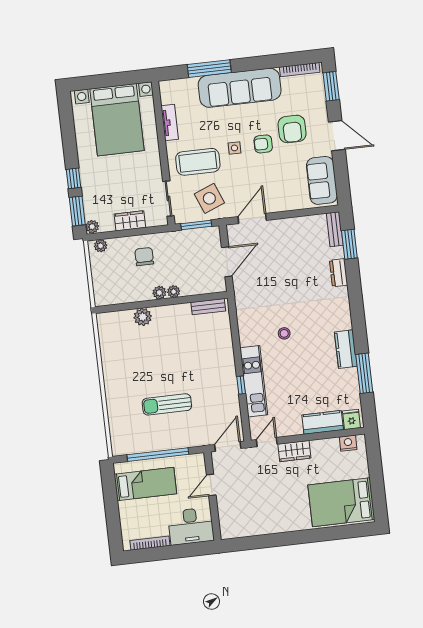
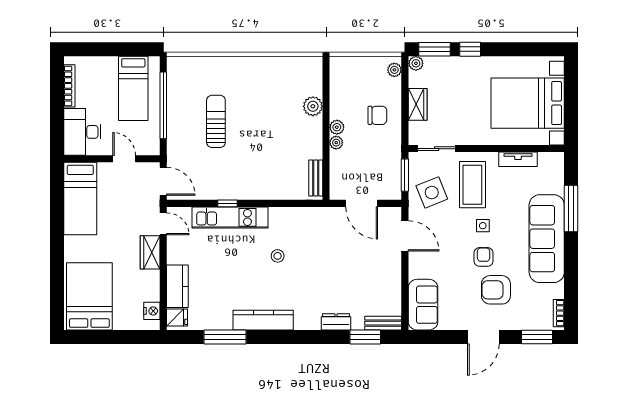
bookcase: (300, 70) -> (559, 313), width x0.64
sofa: (322, 180) -> (423, 305), moved, turned 90
kitchen counter: (346, 349) -> (263, 320), width x1.50
bed: (252, 521) -> (80, 199), added

